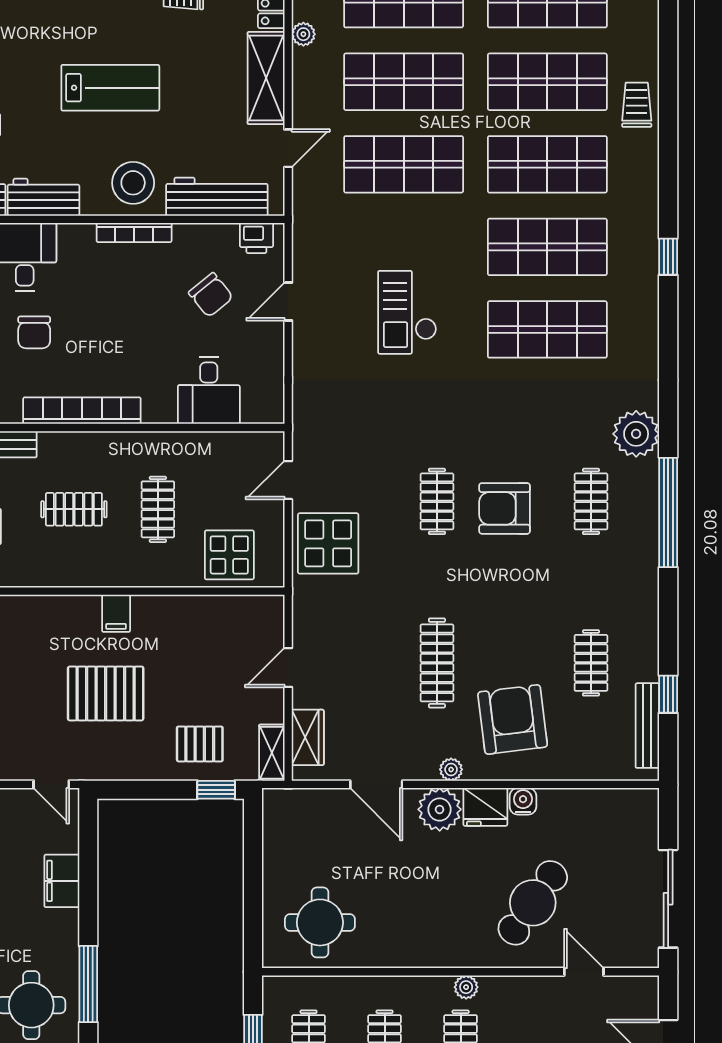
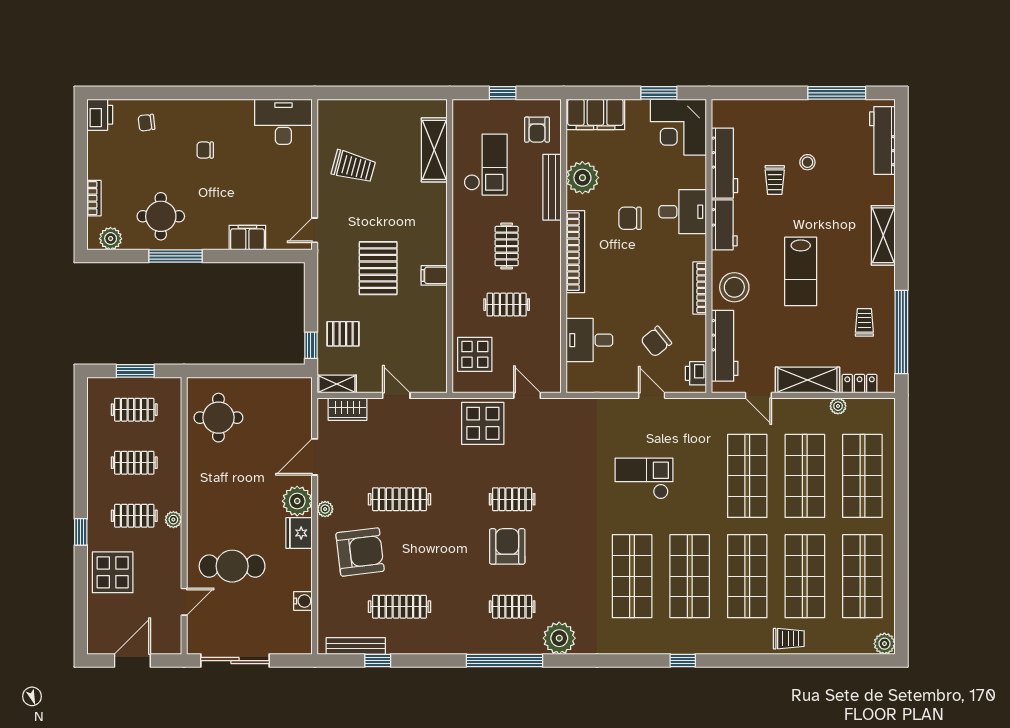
clothes rail: (591, 663) -> (399, 607), width x1.36
pallet: (200, 744) -> (343, 334), turned 90
water cooler: (523, 801) -> (303, 601), moved
cafe table: (533, 903) -> (232, 566), turned -35

